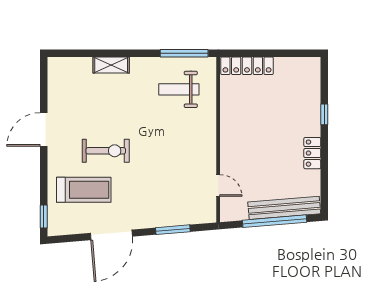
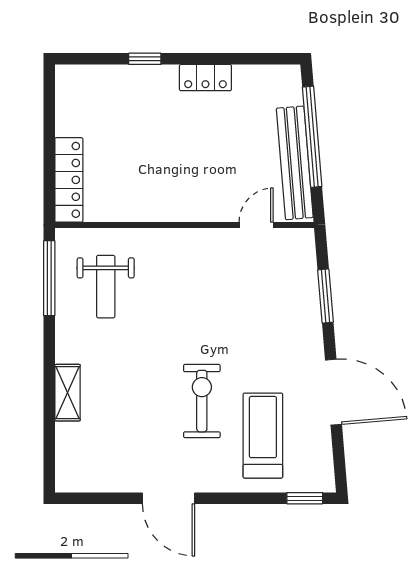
bench: (284, 208) -> (295, 163), moved

